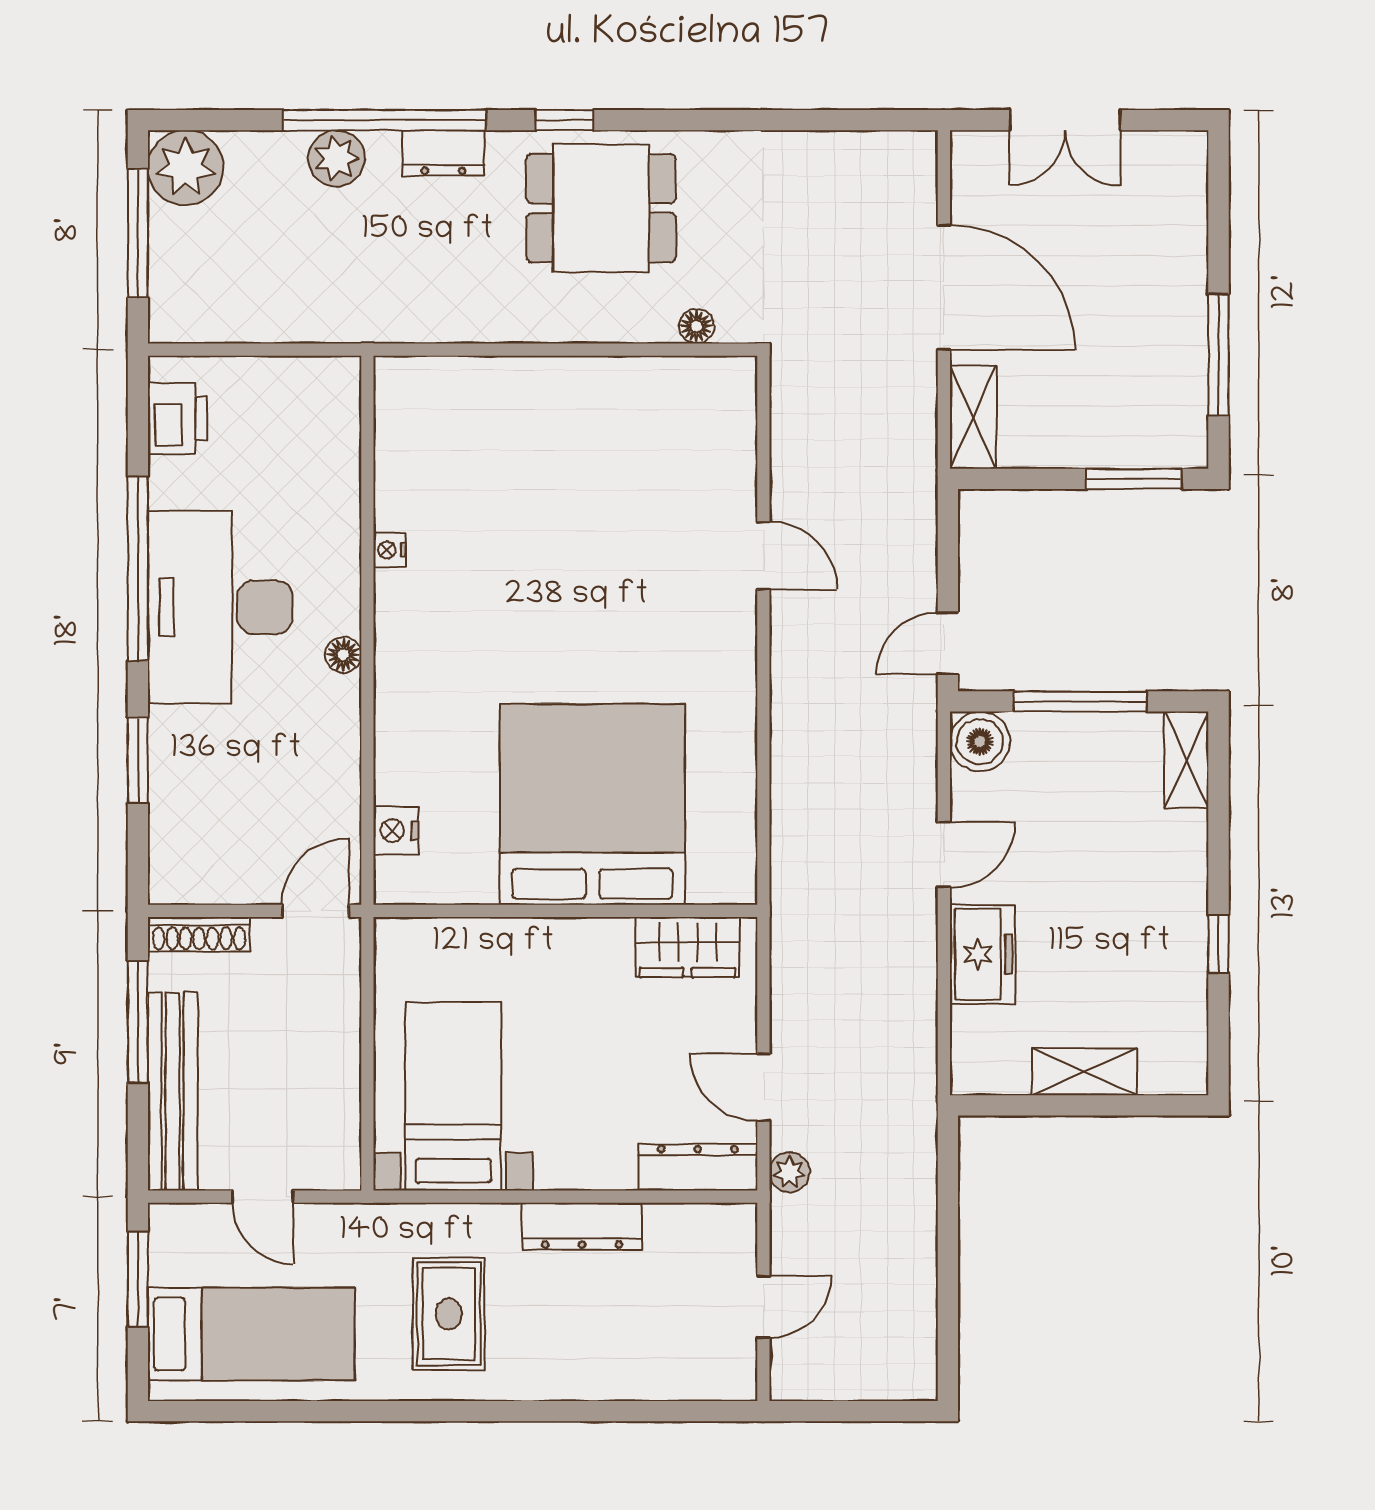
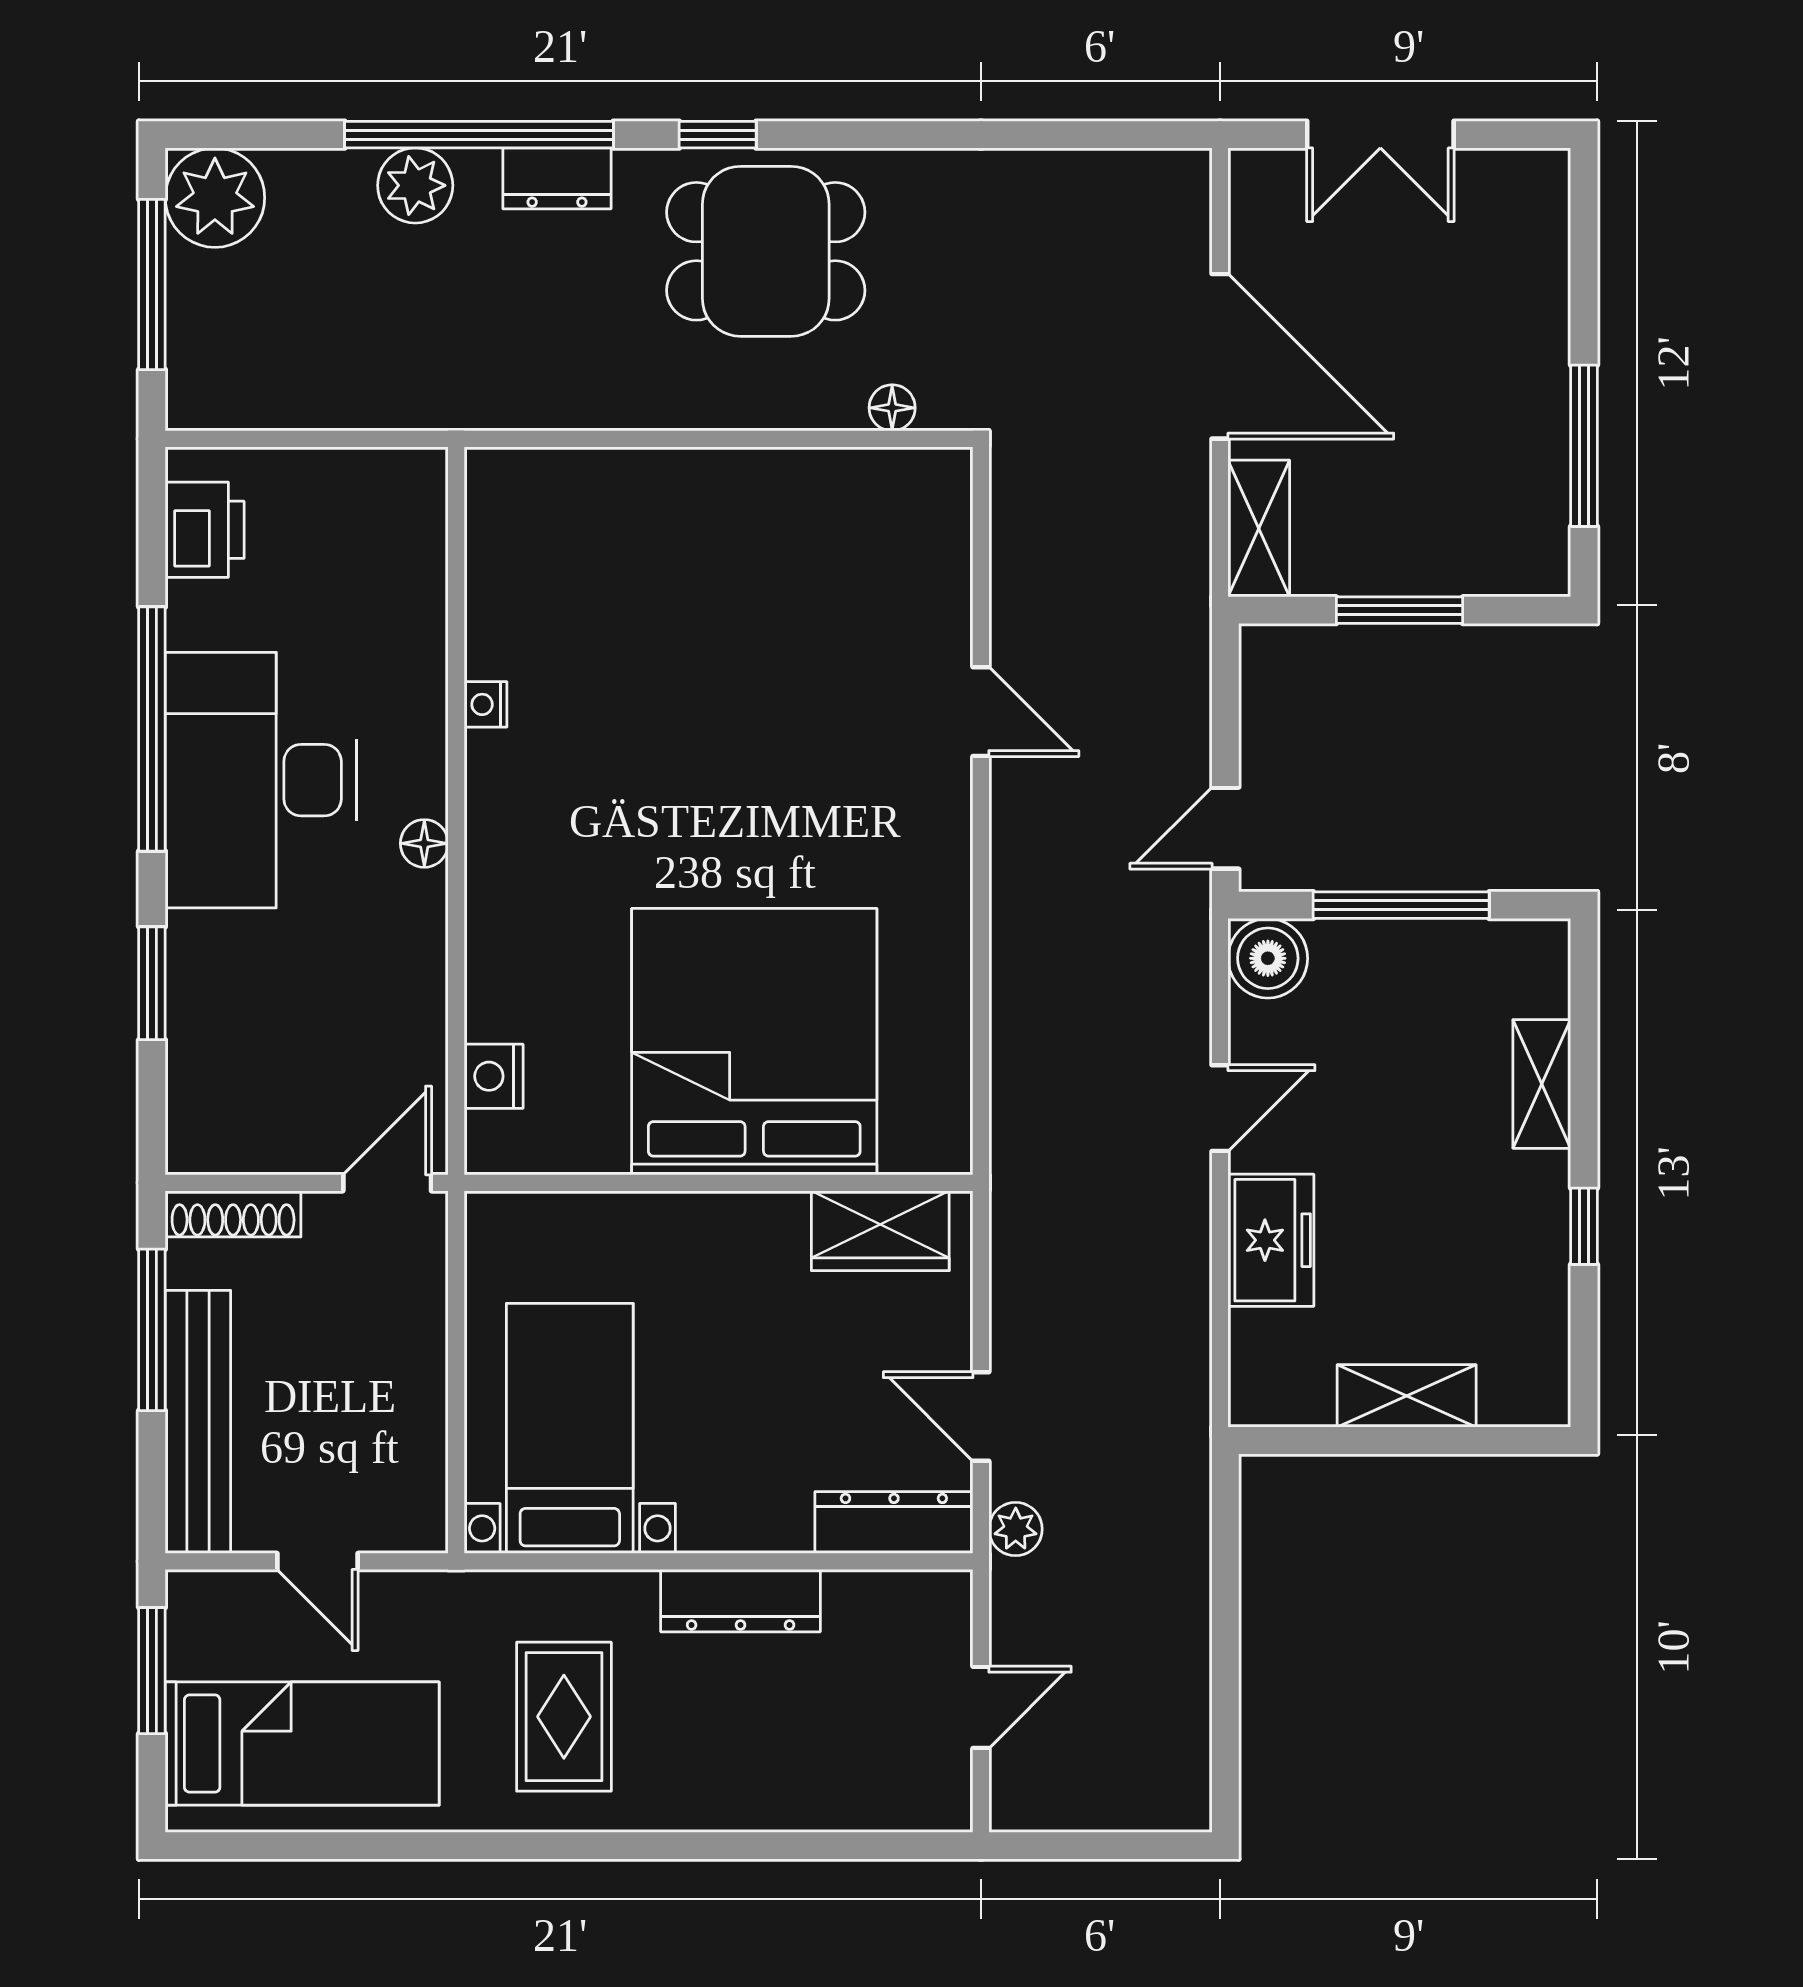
window: (1134, 479) -> (1399, 610), moved
shelving: (1187, 760) -> (1542, 1084), moved

